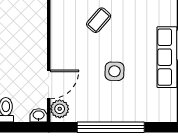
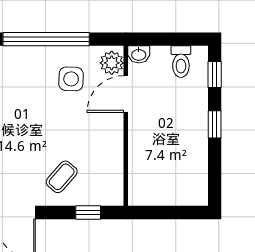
side table: (115, 71) -> (71, 79), moved

